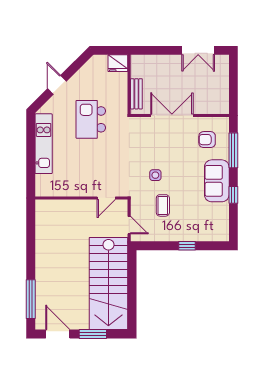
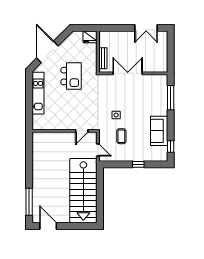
door: (57, 85) -> (47, 52), width x1.87
kitchen island: (91, 119) -> (71, 76), turned 180
armchair: (207, 140) -> (152, 90), removed
sofa: (217, 181) -> (159, 131), moved
window: (233, 195) -> (171, 147), moved
window: (93, 334) -> (72, 226), removed

